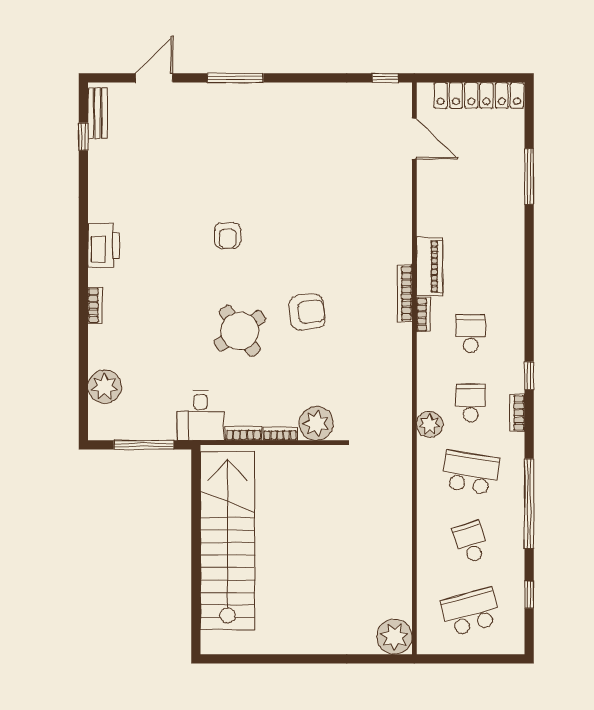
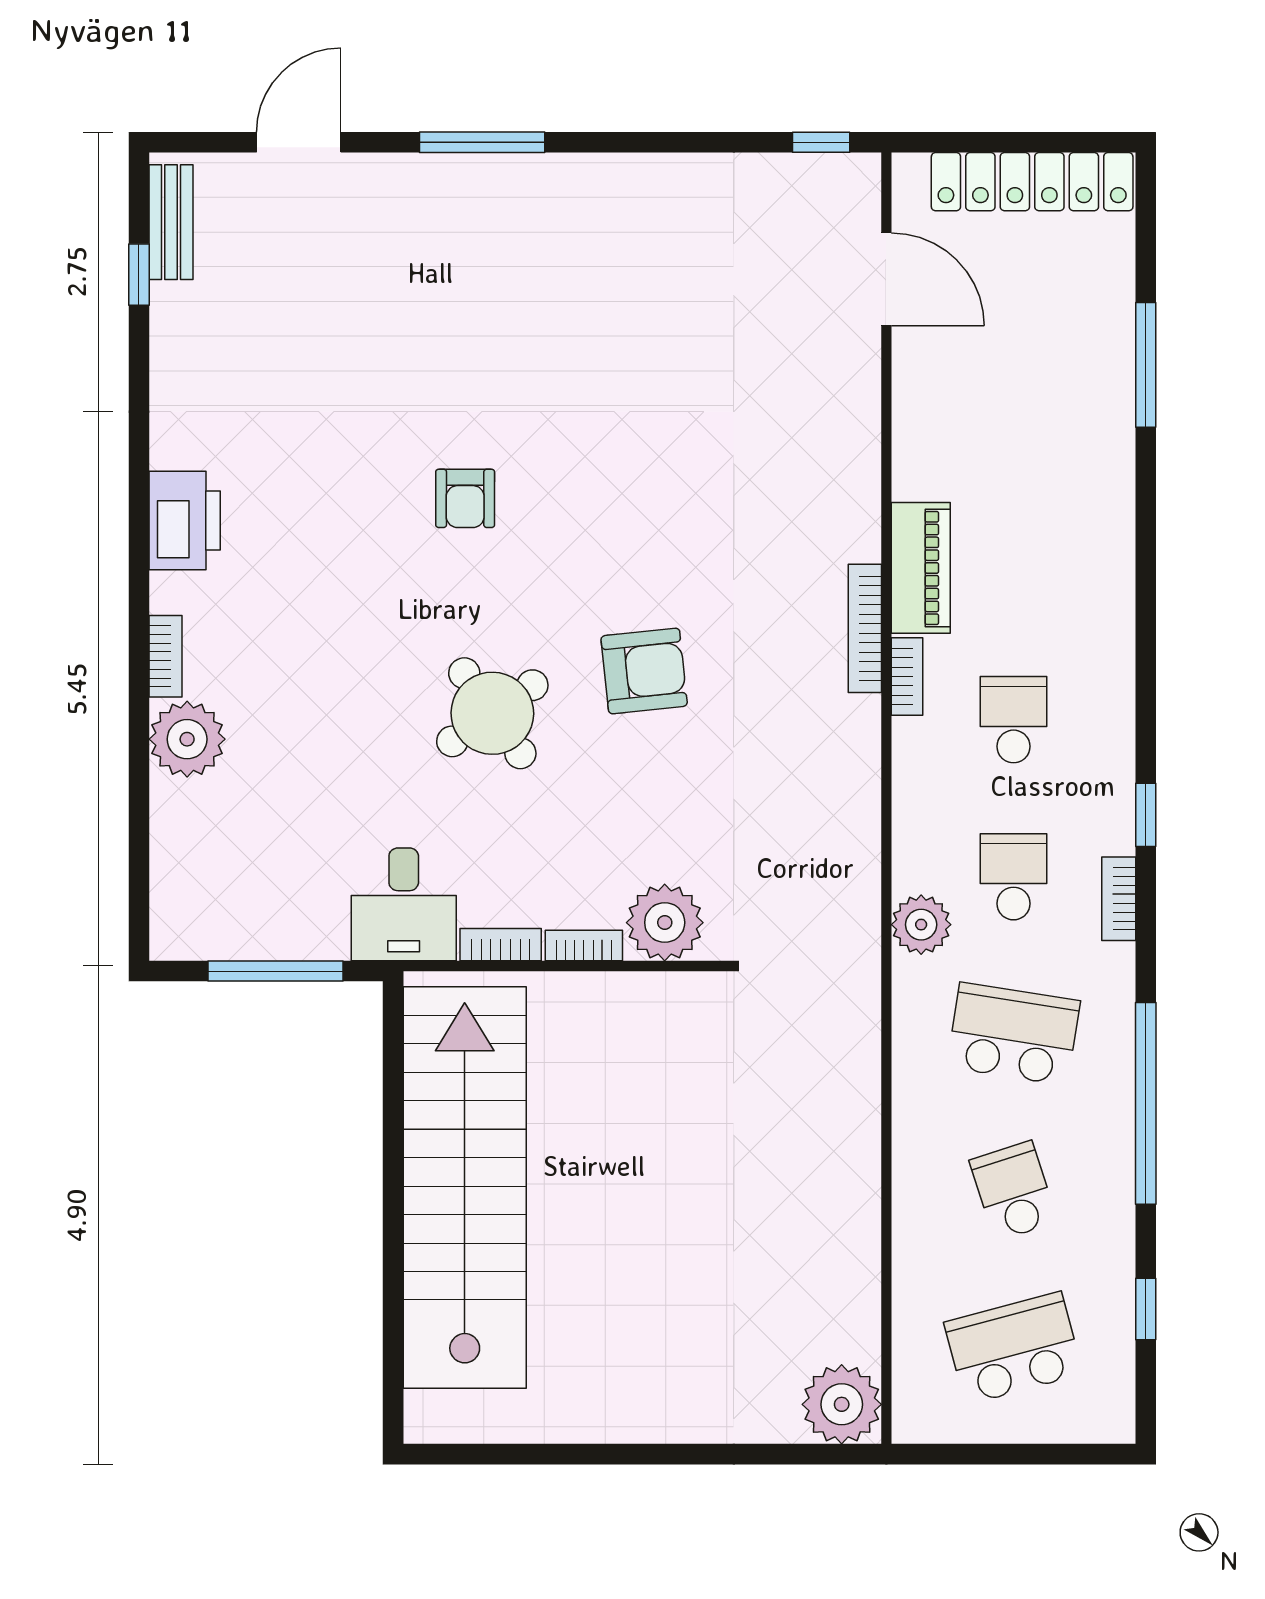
plant: (105, 387) -> (187, 739), moved

